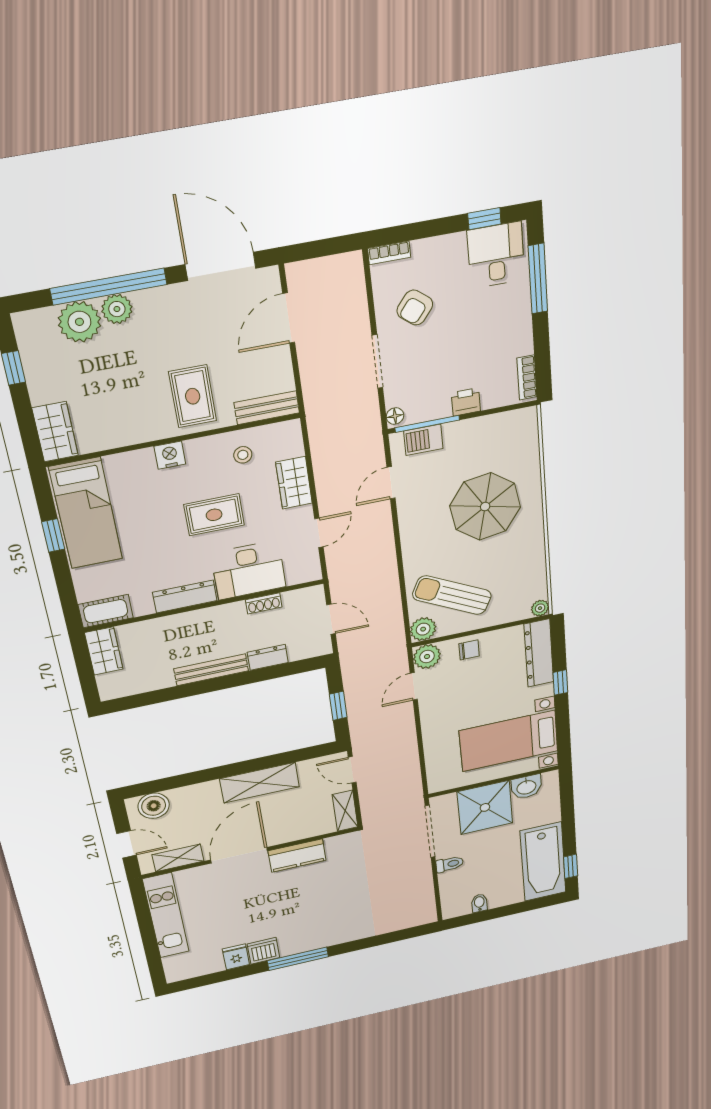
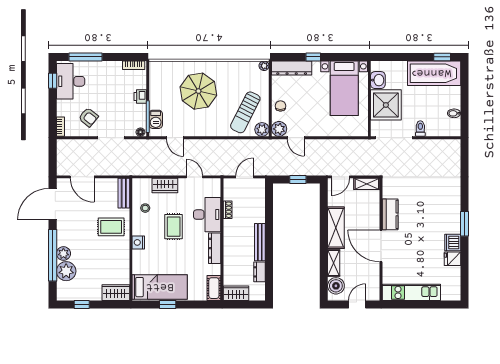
desk: (496, 255) -> (71, 81), width x1.37
dresser: (268, 657) -> (259, 272), moved
shelving: (178, 858) -> (334, 263), moved
window: (298, 959) -> (464, 224), width x0.69

